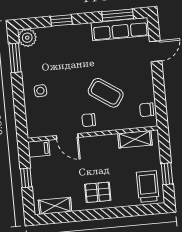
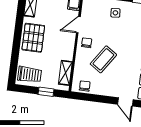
window: (167, 174) -> (46, 92), moved
pallet: (98, 192) -> (33, 38), width x1.50, depth x1.42

